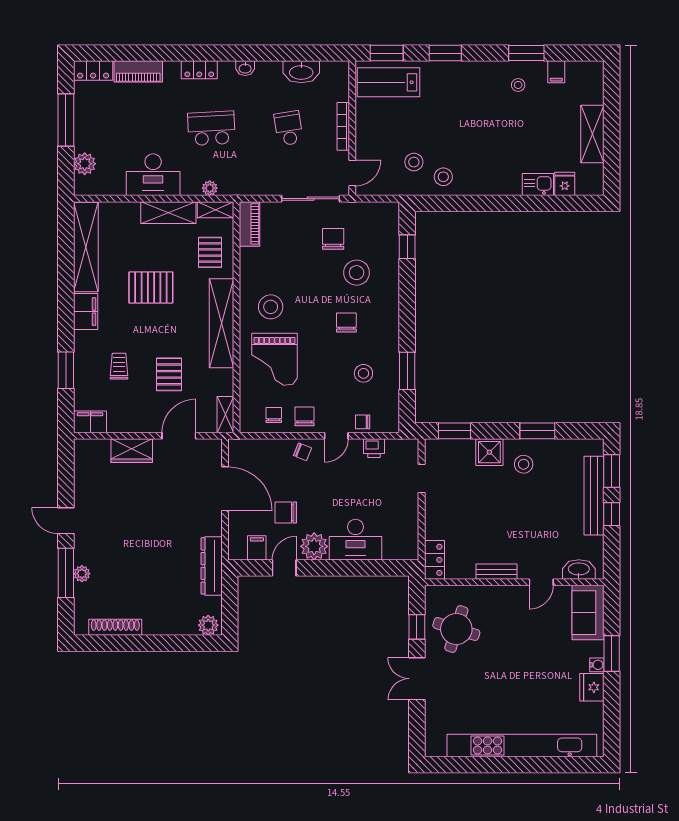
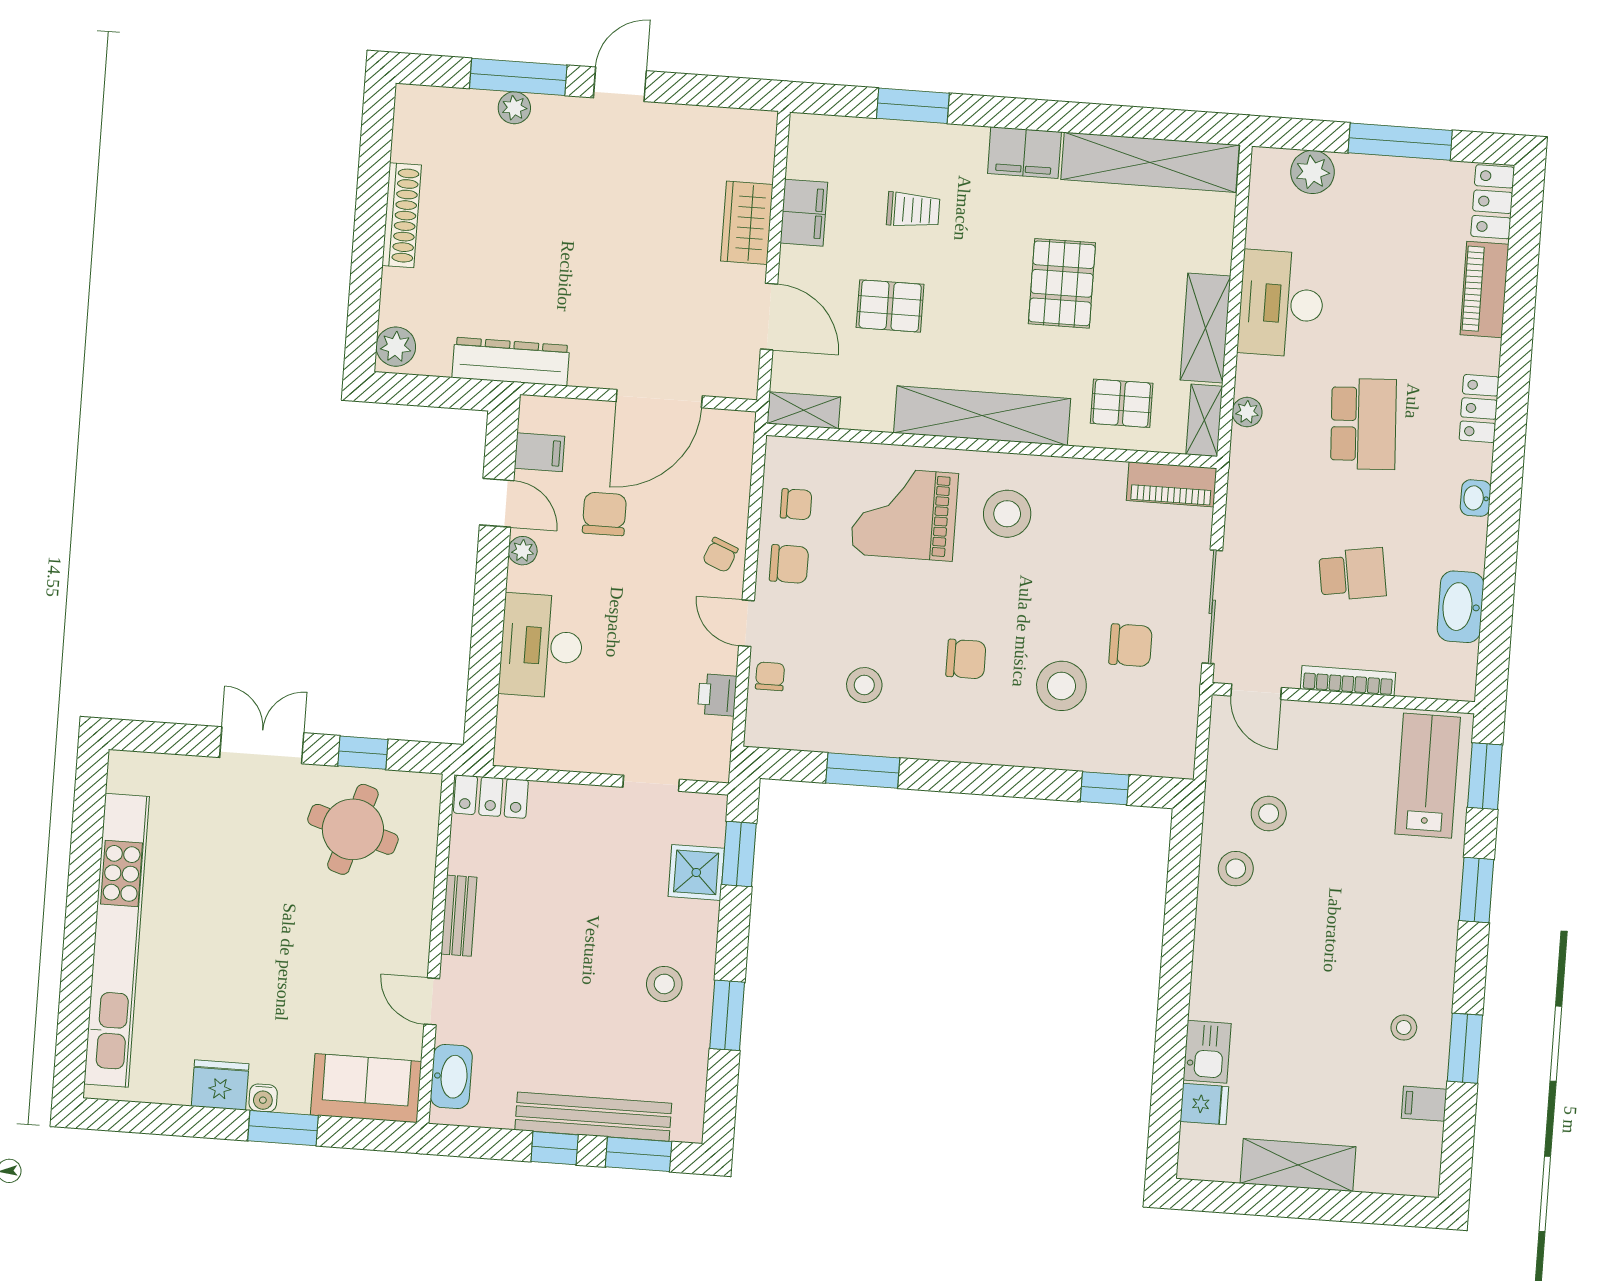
filing cabinet: (90, 422) -> (804, 213), moved
shower: (489, 452) -> (696, 872), moved
plant: (314, 546) -> (523, 551), width x0.53, depth x0.53
shoe rack: (115, 627) -> (402, 215), moved

